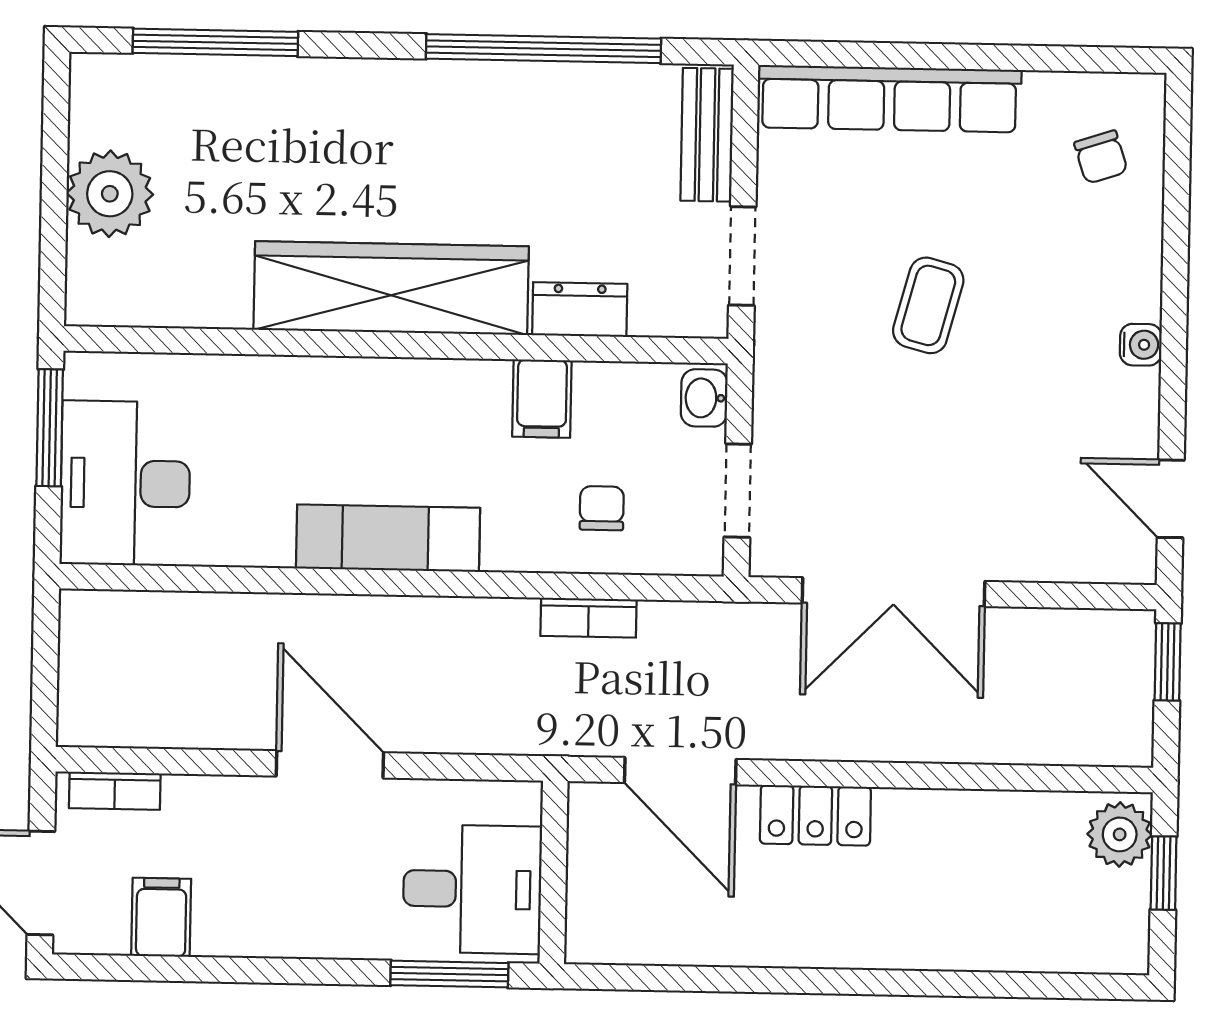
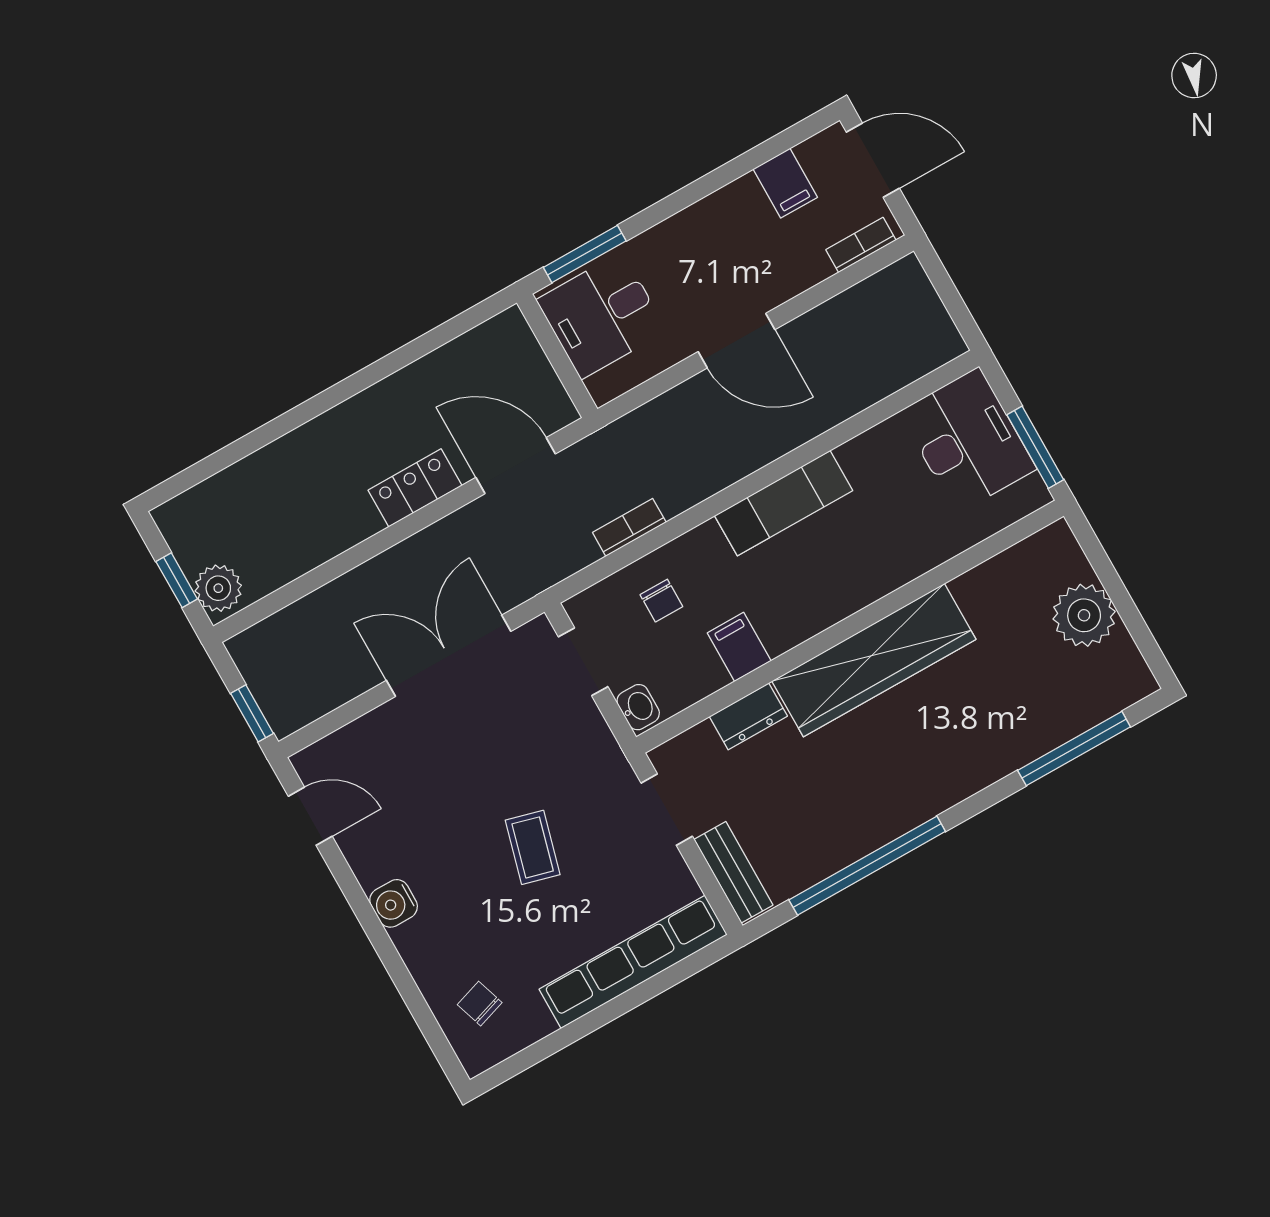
water cooler: (1141, 345) -> (394, 903), width x1.38, depth x1.38

